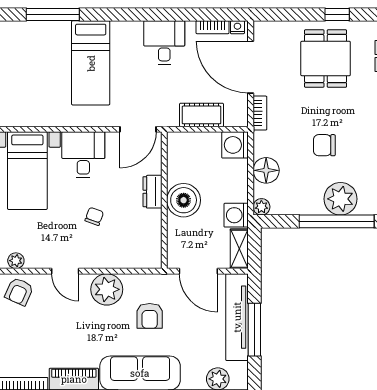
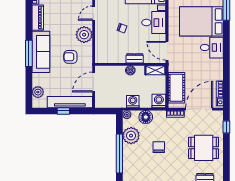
window: (337, 15) -> (226, 127), moved
desk: (164, 43) -> (212, 48), moved
bed: (91, 63) -> (201, 21), width x1.50
cot: (202, 115) -> (176, 88), width x1.37, depth x1.34
plant: (340, 199) -> (131, 136), moved
boiler: (184, 200) -> (130, 70), width x0.54, depth x0.54
washing machine: (236, 215) -> (133, 102), moved
shelving: (239, 249) -> (155, 70), moved
window: (254, 330) -> (63, 111), width x0.46

